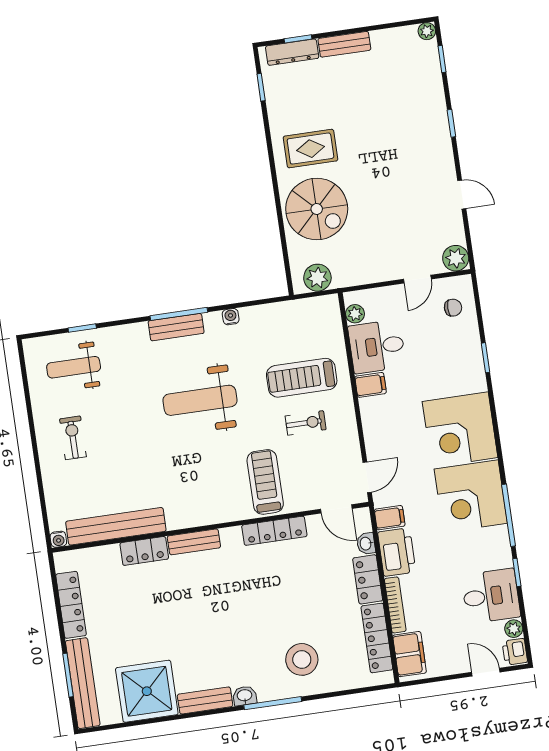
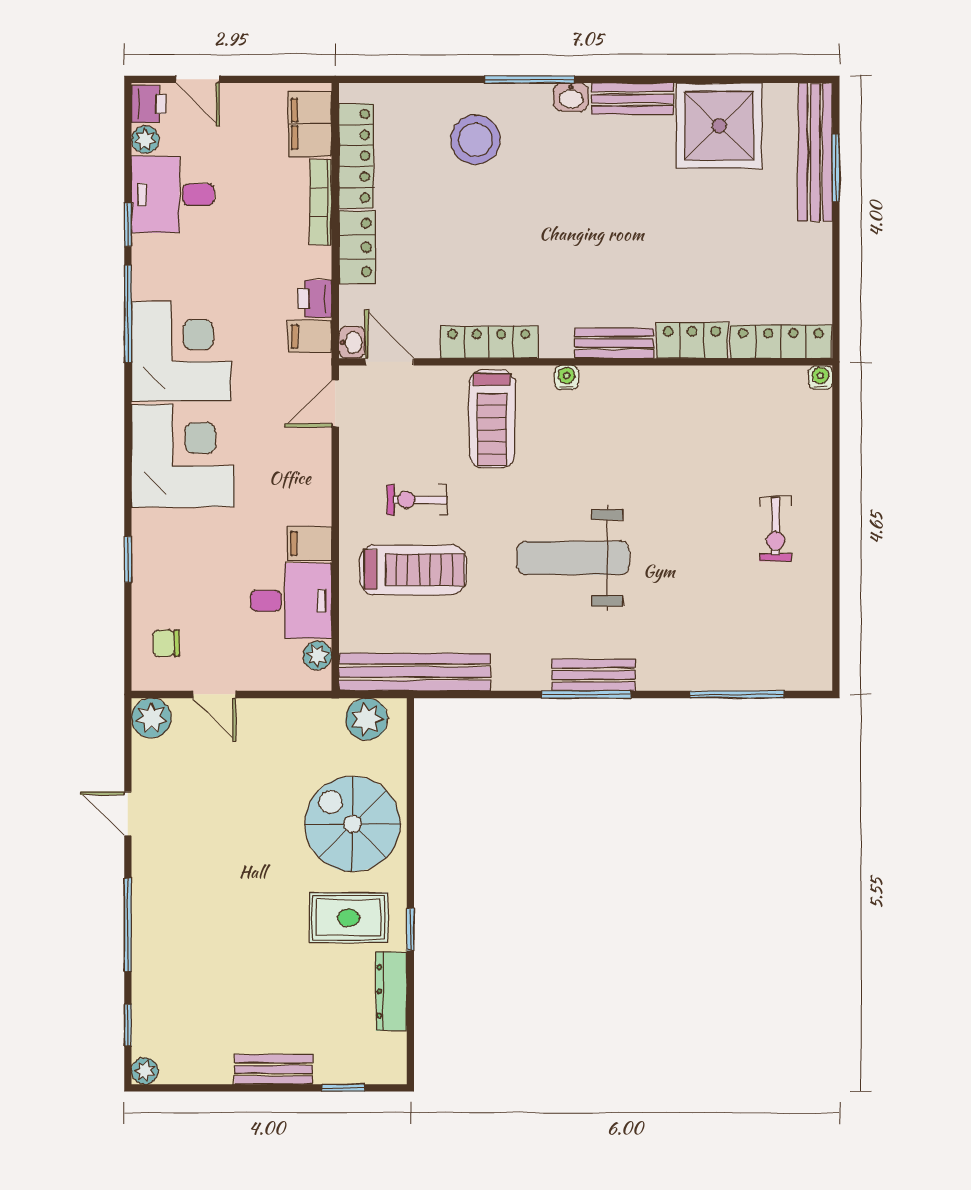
dresser: (292, 52) -> (391, 991), moved, turned -90
window: (261, 87) -> (410, 929), moved
window: (451, 123) -> (128, 925), width x2.17
door: (417, 279) -> (214, 694), swing flipped
water cooler: (231, 317) -> (567, 378), moved, turned 180
window: (82, 328) -> (737, 694), width x2.17
weight bench: (74, 367) -> (759, 637), removed
weight bench: (200, 400) -> (573, 558), turned 180
bench: (116, 526) -> (415, 672), moved
washbasin: (366, 544) -> (352, 342), moved
printer: (397, 552) -> (315, 299), width x0.53, depth x0.68
locker: (71, 605) -> (781, 342), moved, turned 90

